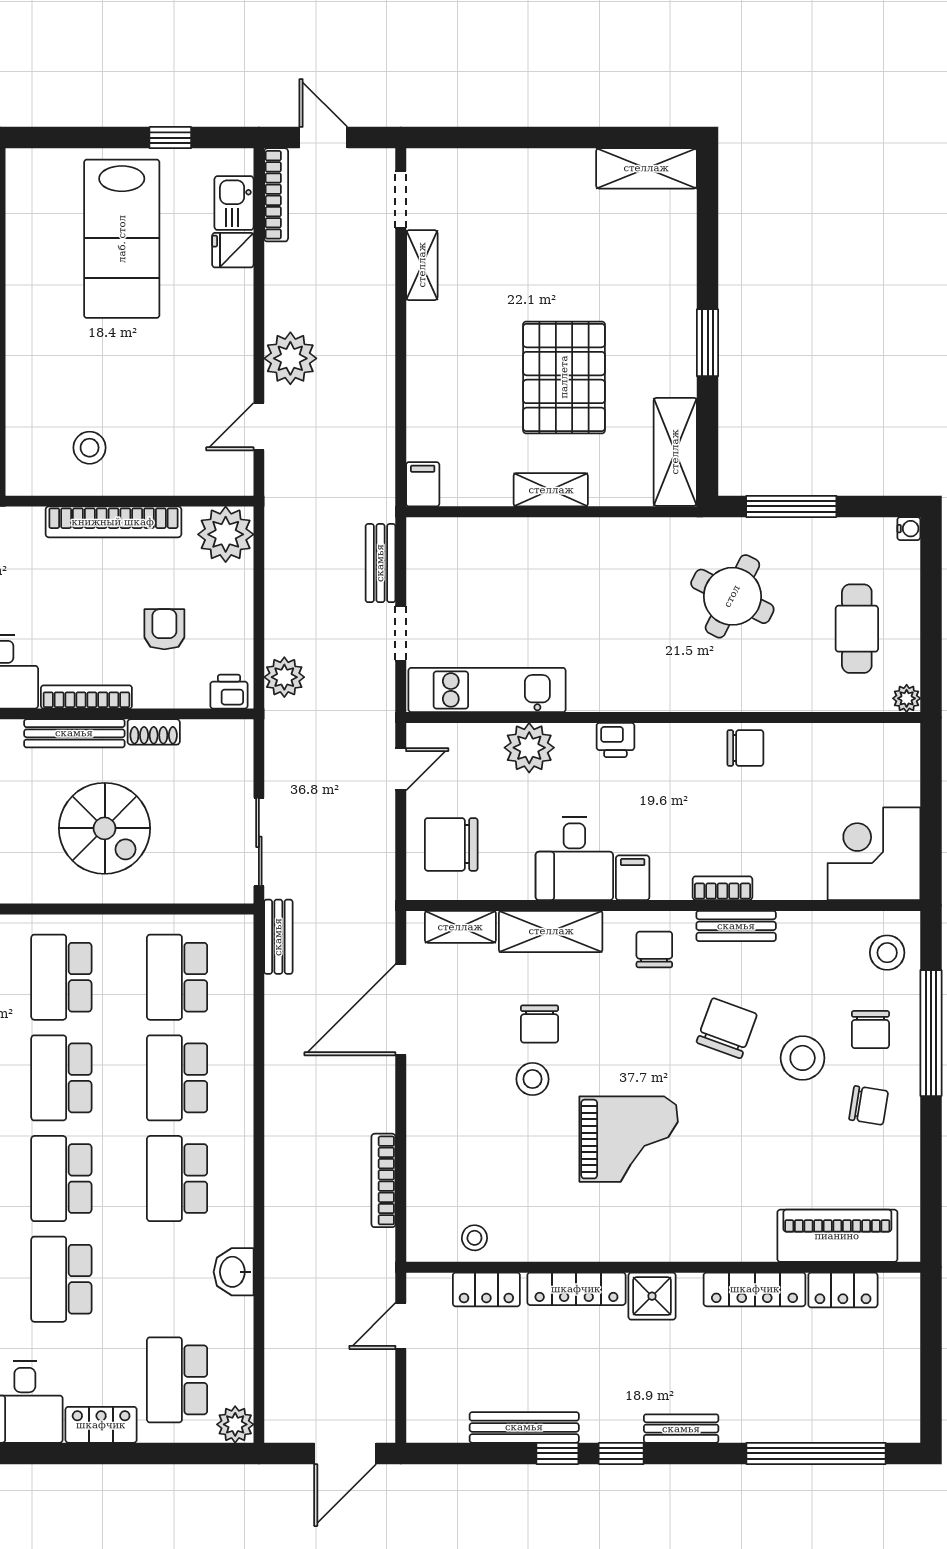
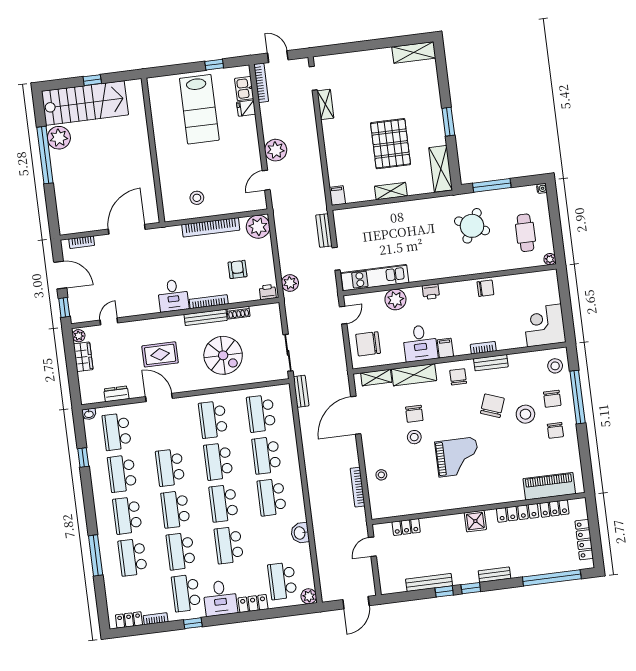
chair: (869, 1105) -> (555, 430), turned 81
stool: (474, 1238) -> (381, 475), moved
locker: (576, 1289) -> (584, 540), moved, turned 90

